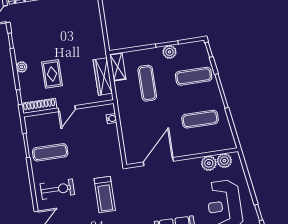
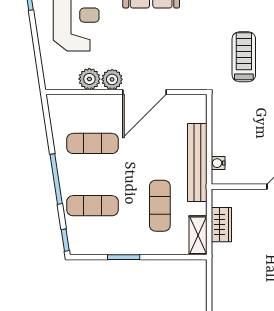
plant: (170, 52) -> (122, 245), removed
wardrobe: (103, 77) -> (221, 225), width x0.67
bench: (126, 117) -> (197, 163), added
plant: (224, 161) -> (112, 79), moved
door: (158, 162) -> (144, 92), moved

